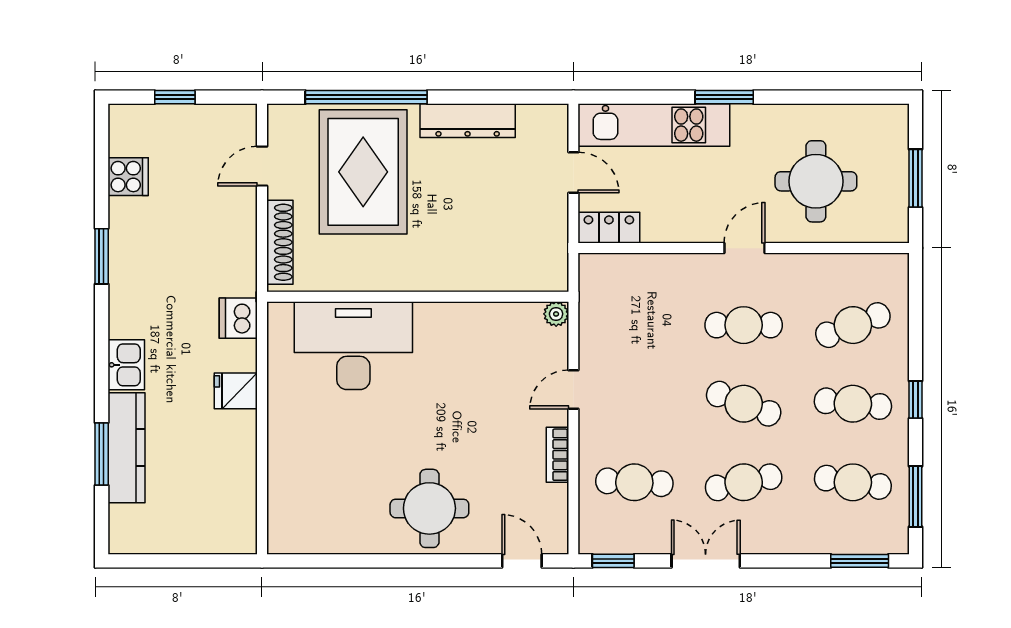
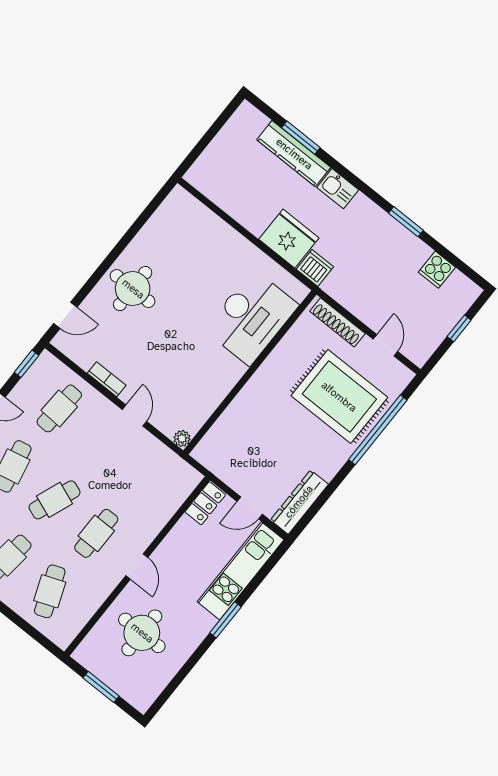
dresser: (468, 121) -> (299, 502), moved
fridge: (236, 391) -> (289, 239), width x1.88, depth x1.34

